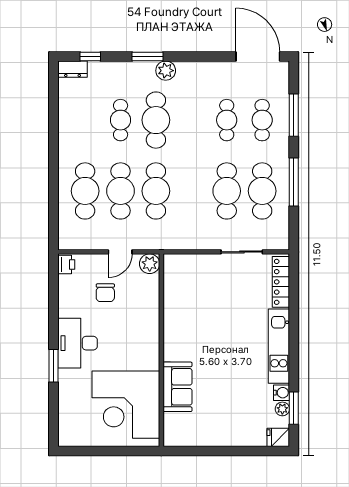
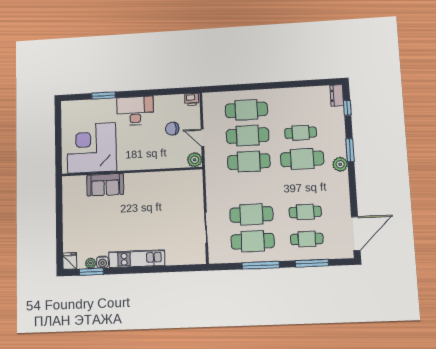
locker: (281, 282) -> (185, 258), removed
window: (53, 366) -> (103, 96), moved

